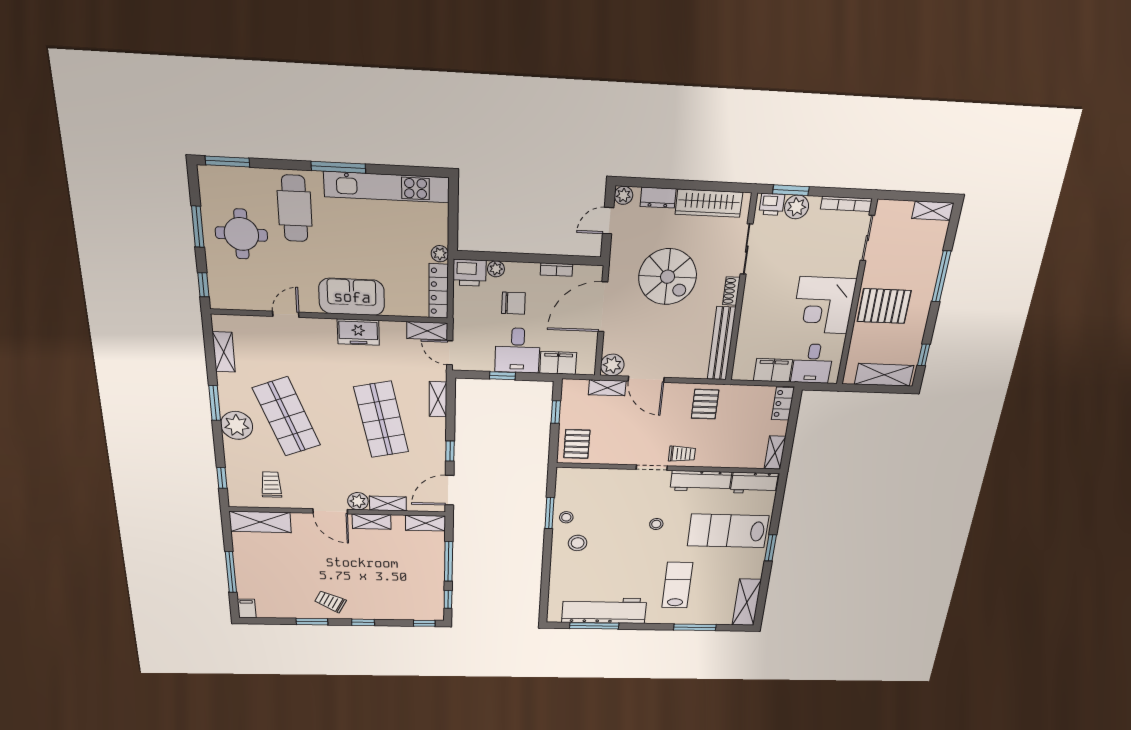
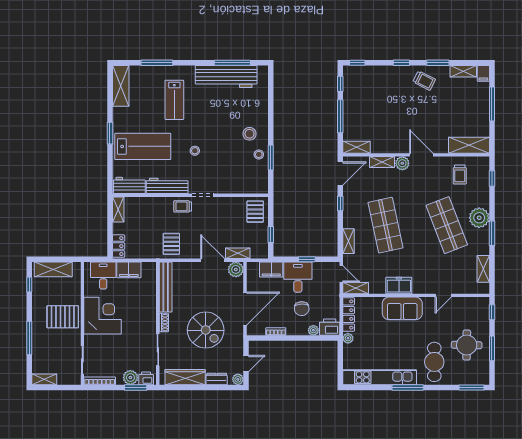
spiral stairs: (668, 277) -> (206, 330), turned 180
chair: (513, 303) -> (302, 309), turned -92
shelving: (372, 522) -> (463, 71), moved

